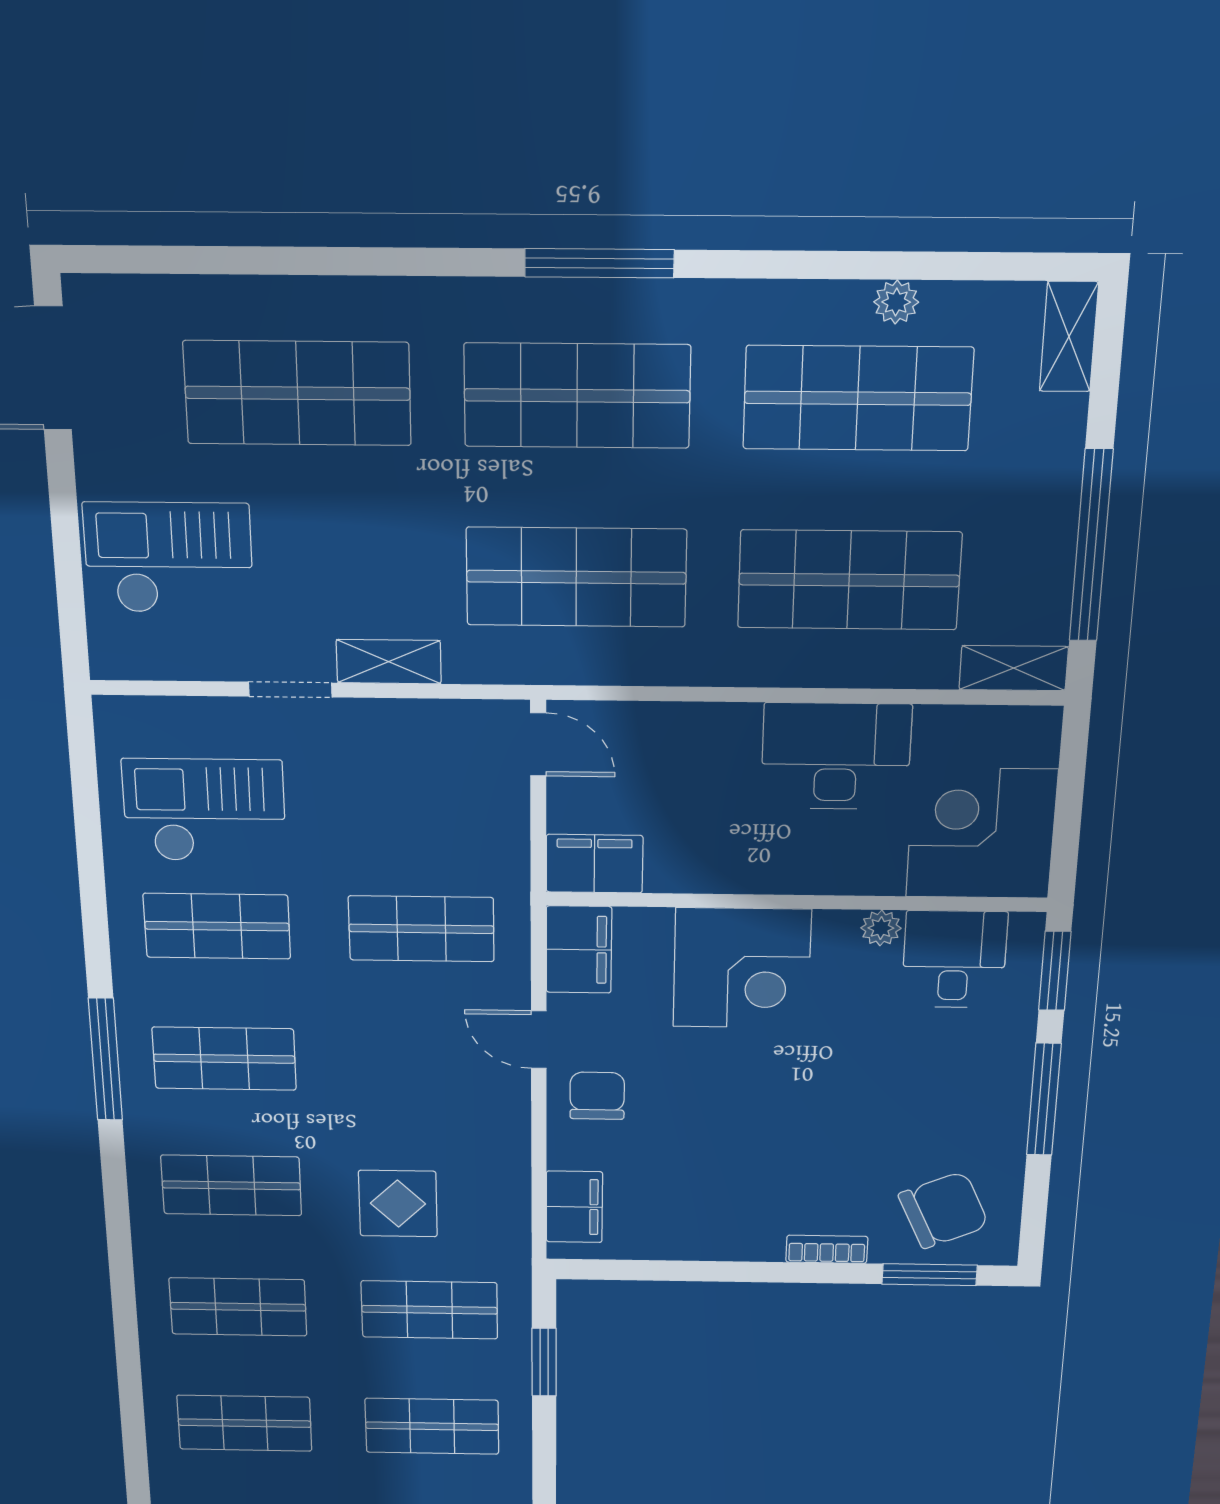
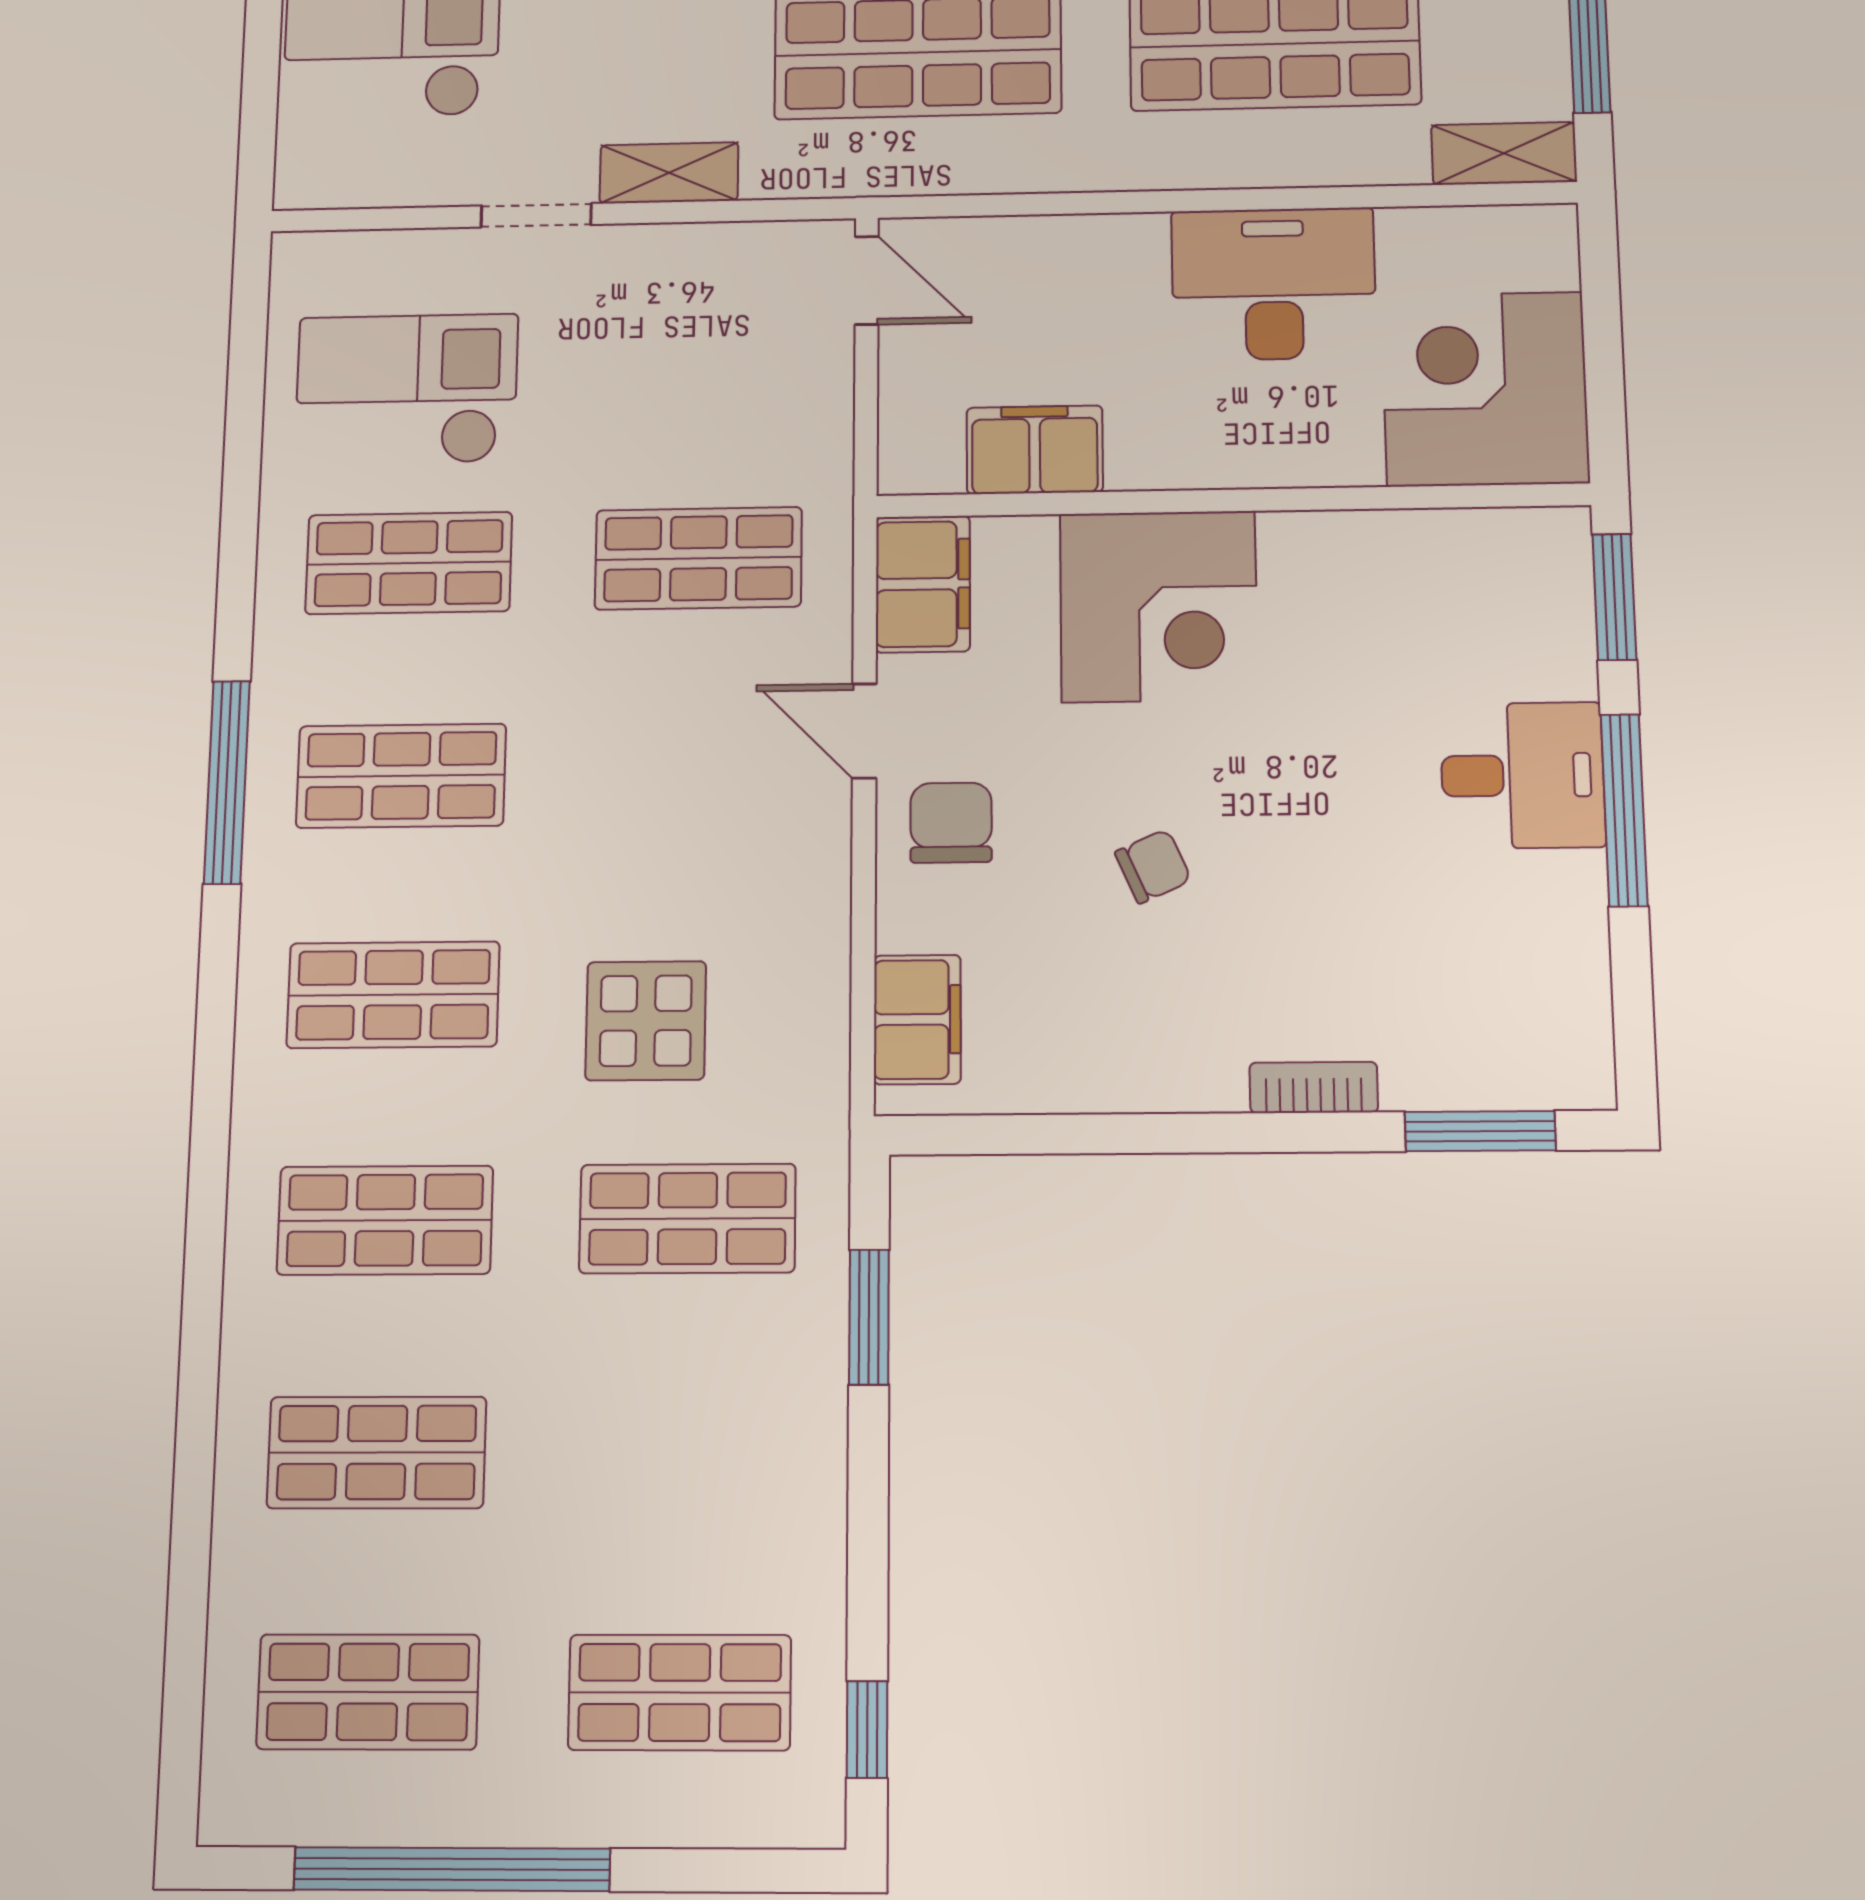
filing cabinet: (594, 864) -> (1035, 450), moved
plant: (881, 928) -> (1355, 537), removed
desk: (954, 959) -> (1523, 775), moved, turned 90
chair: (944, 1210) -> (1153, 866), moved, width x0.54, depth x0.54
shop shelf: (432, 1426) -> (684, 1452), removed

